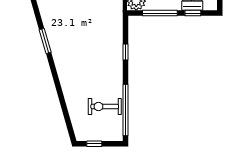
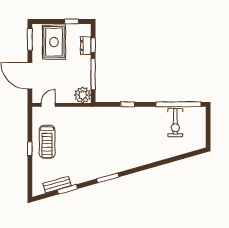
window: (45, 41) -> (108, 178), moved
window: (94, 144) -> (208, 132), removed

